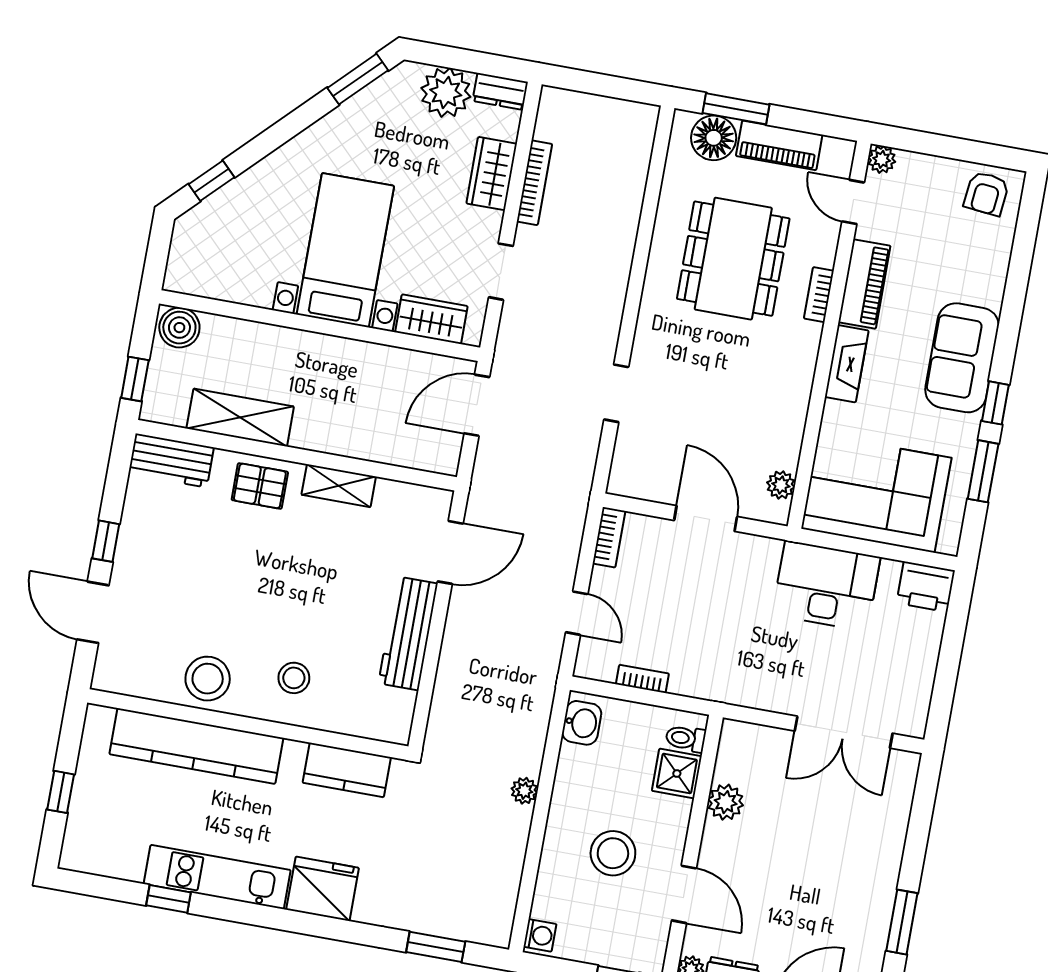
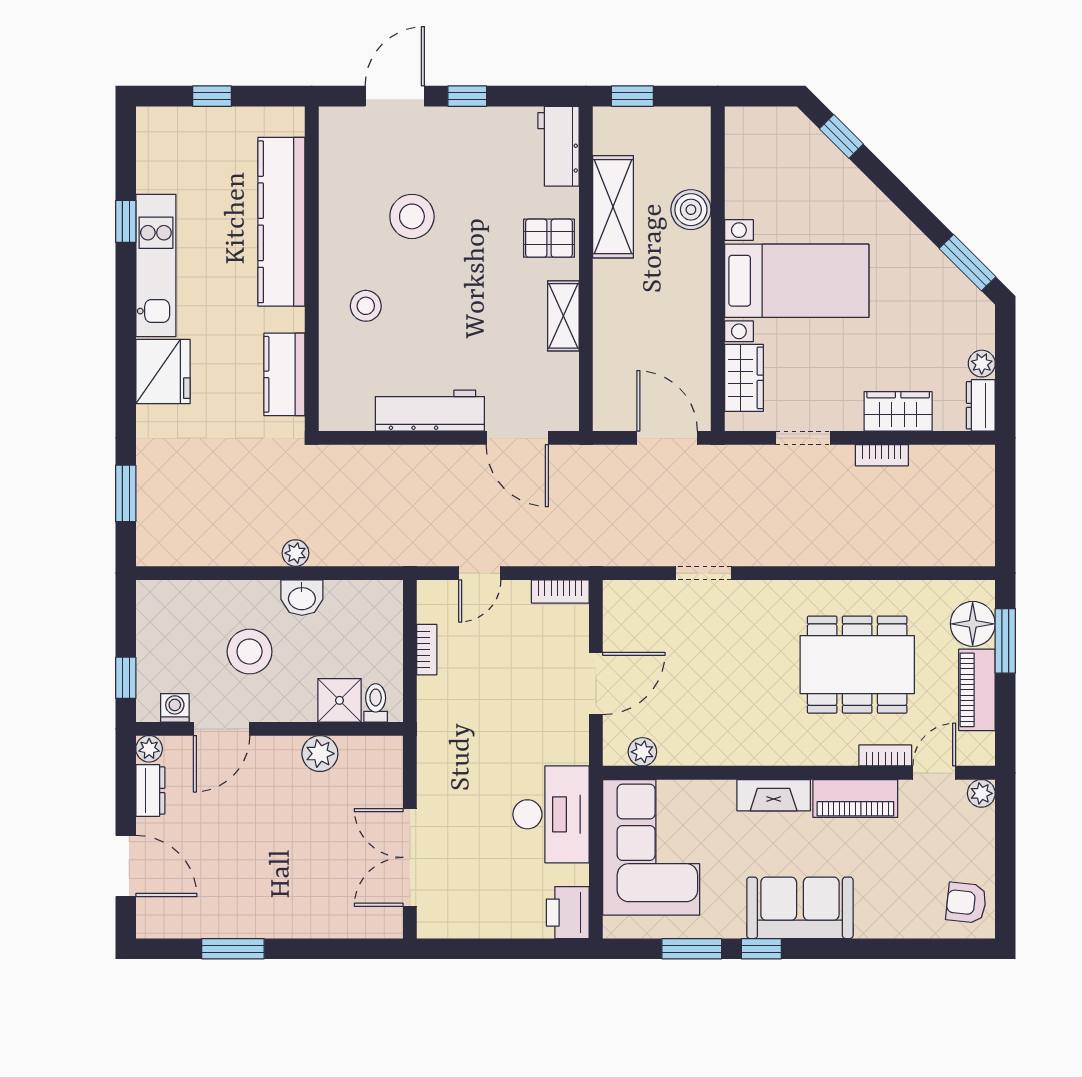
plant: (446, 92) -> (982, 364), width x0.53, depth x0.53
bookcase: (534, 183) -> (882, 455), width x0.64
bookcase: (819, 295) -> (885, 755), moved
boiler: (179, 328) -> (691, 210), moved
pallet: (260, 486) -> (549, 238), turned 90
stool: (208, 679) -> (412, 216), moved
washbasin: (582, 723) -> (302, 598), moved
washing machine: (540, 935) -> (175, 708), moved, turned 180

